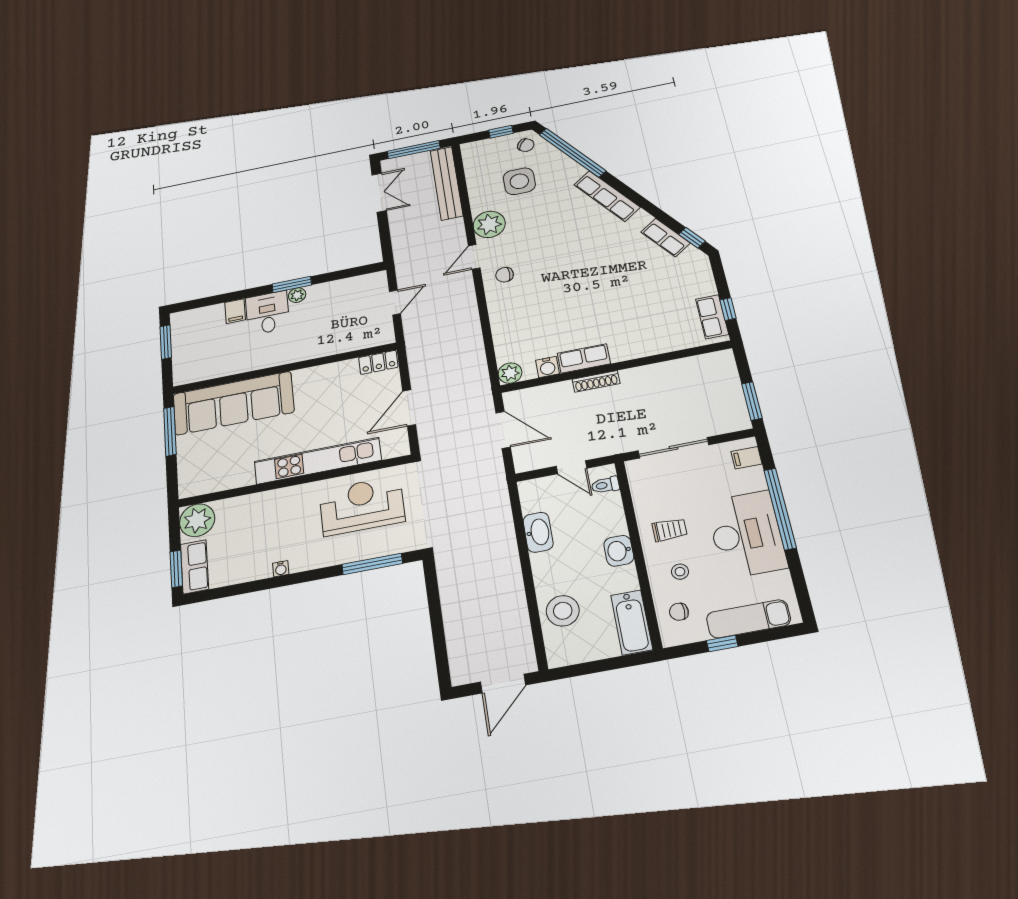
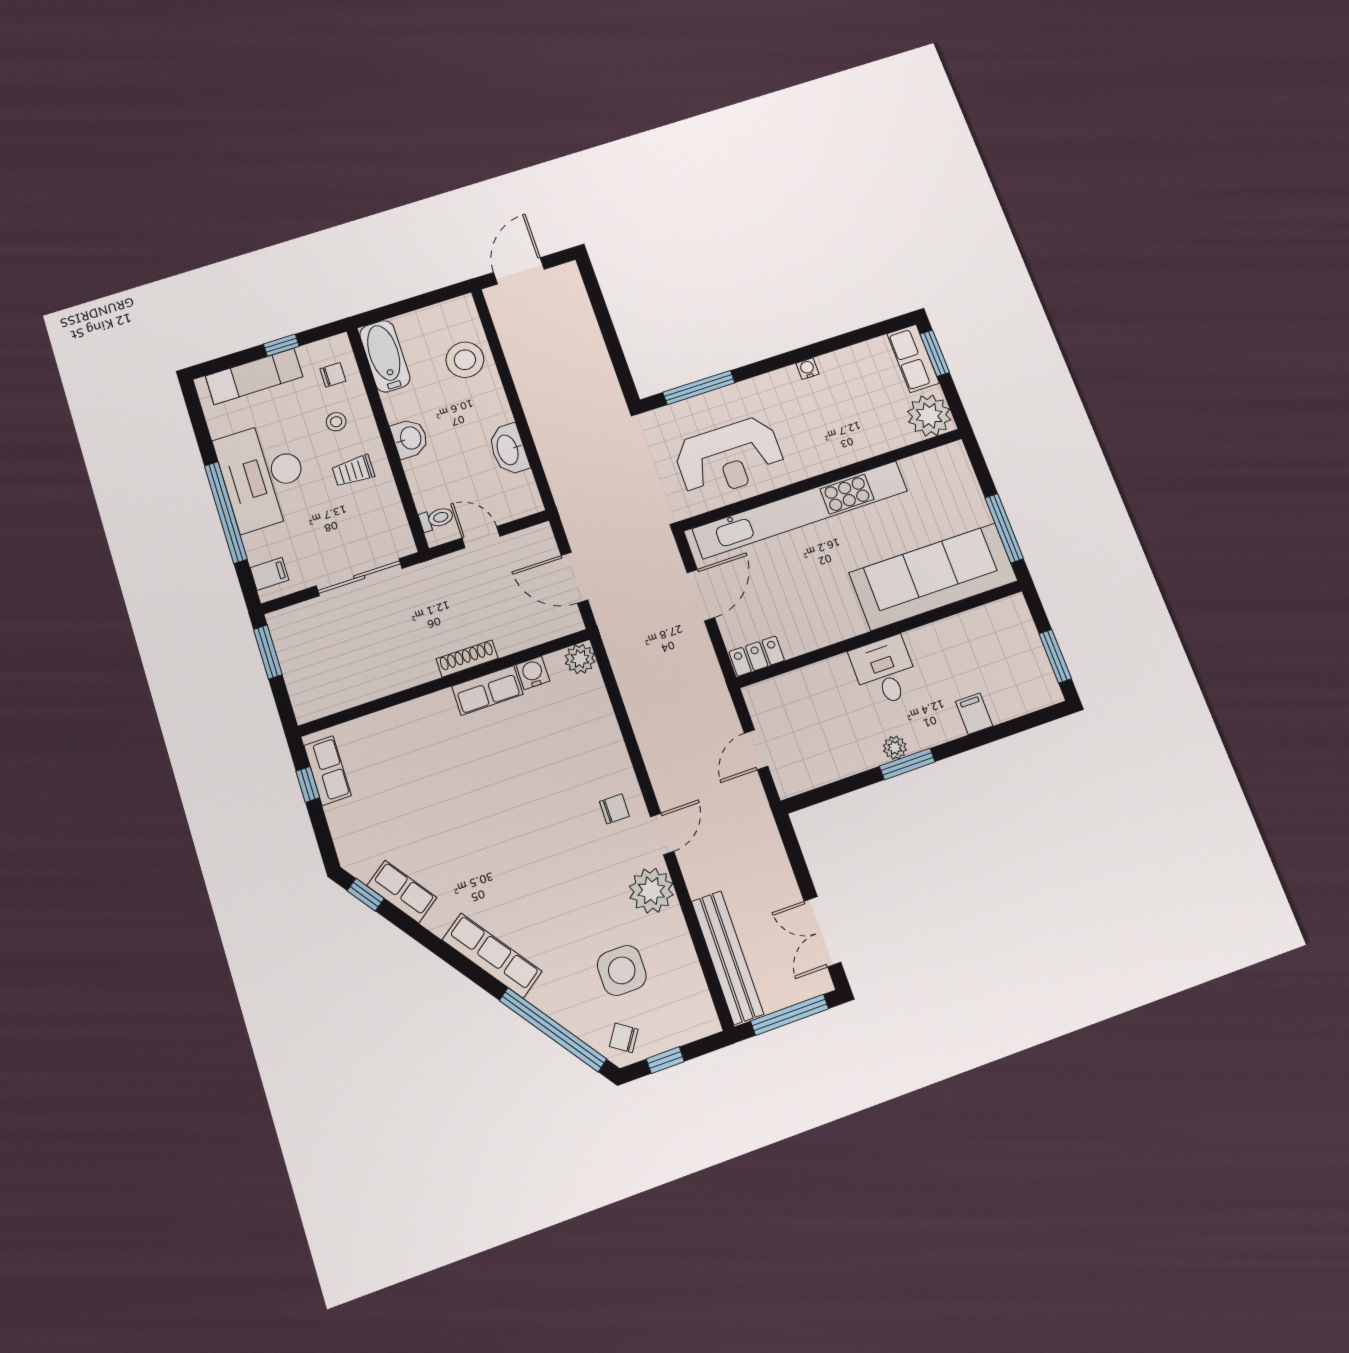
desk: (267, 313) -> (885, 671), moved, turned 180
kitchen unit: (318, 461) -> (800, 510), width x1.36

